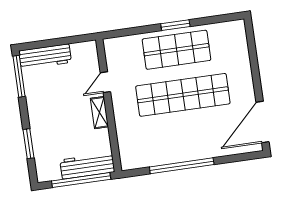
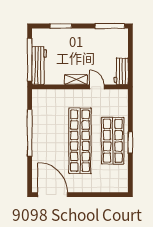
workbench: (45, 57) -> (121, 71), moved, width x0.73

